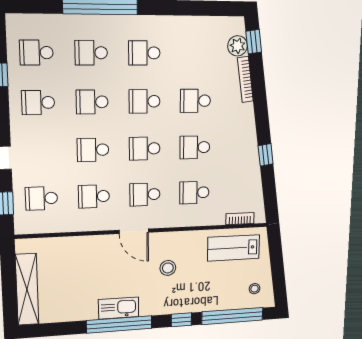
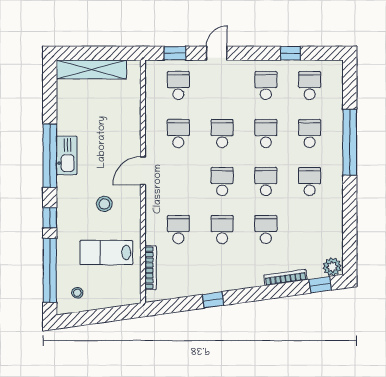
plant: (238, 46) -> (332, 267), moved
school desk: (145, 194) -> (178, 181), removed
bookcase: (240, 219) -> (151, 268), width x1.56
lab bench: (234, 248) -> (106, 253), moved, turned -90

